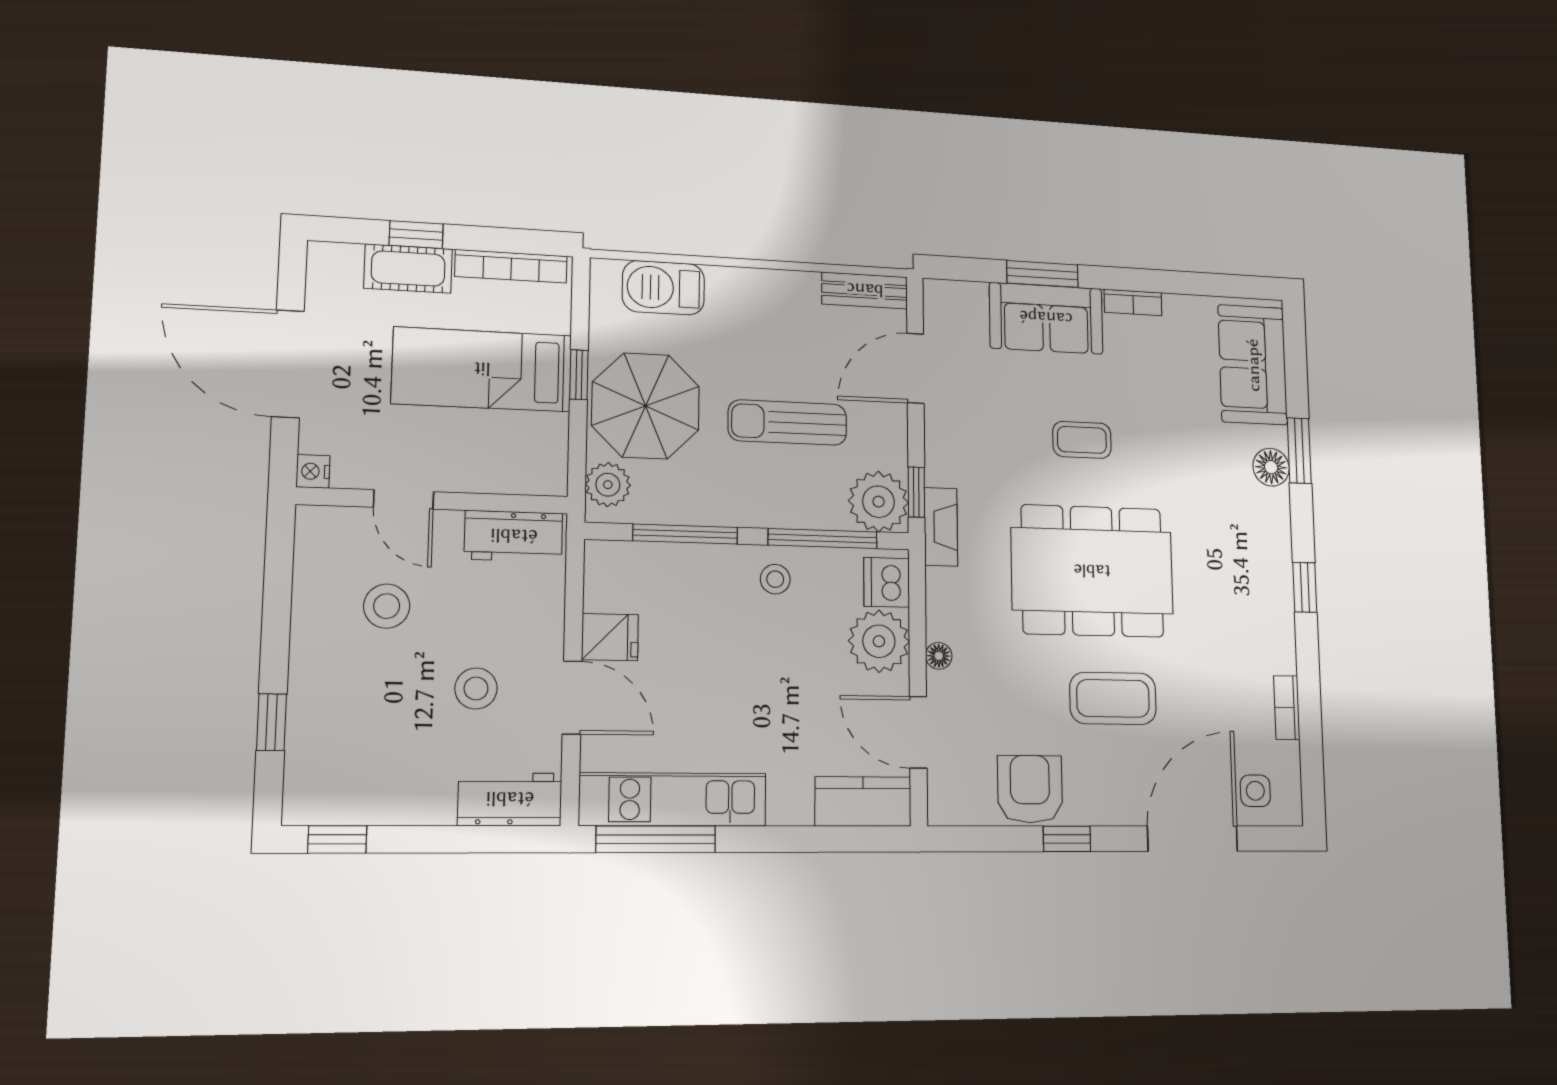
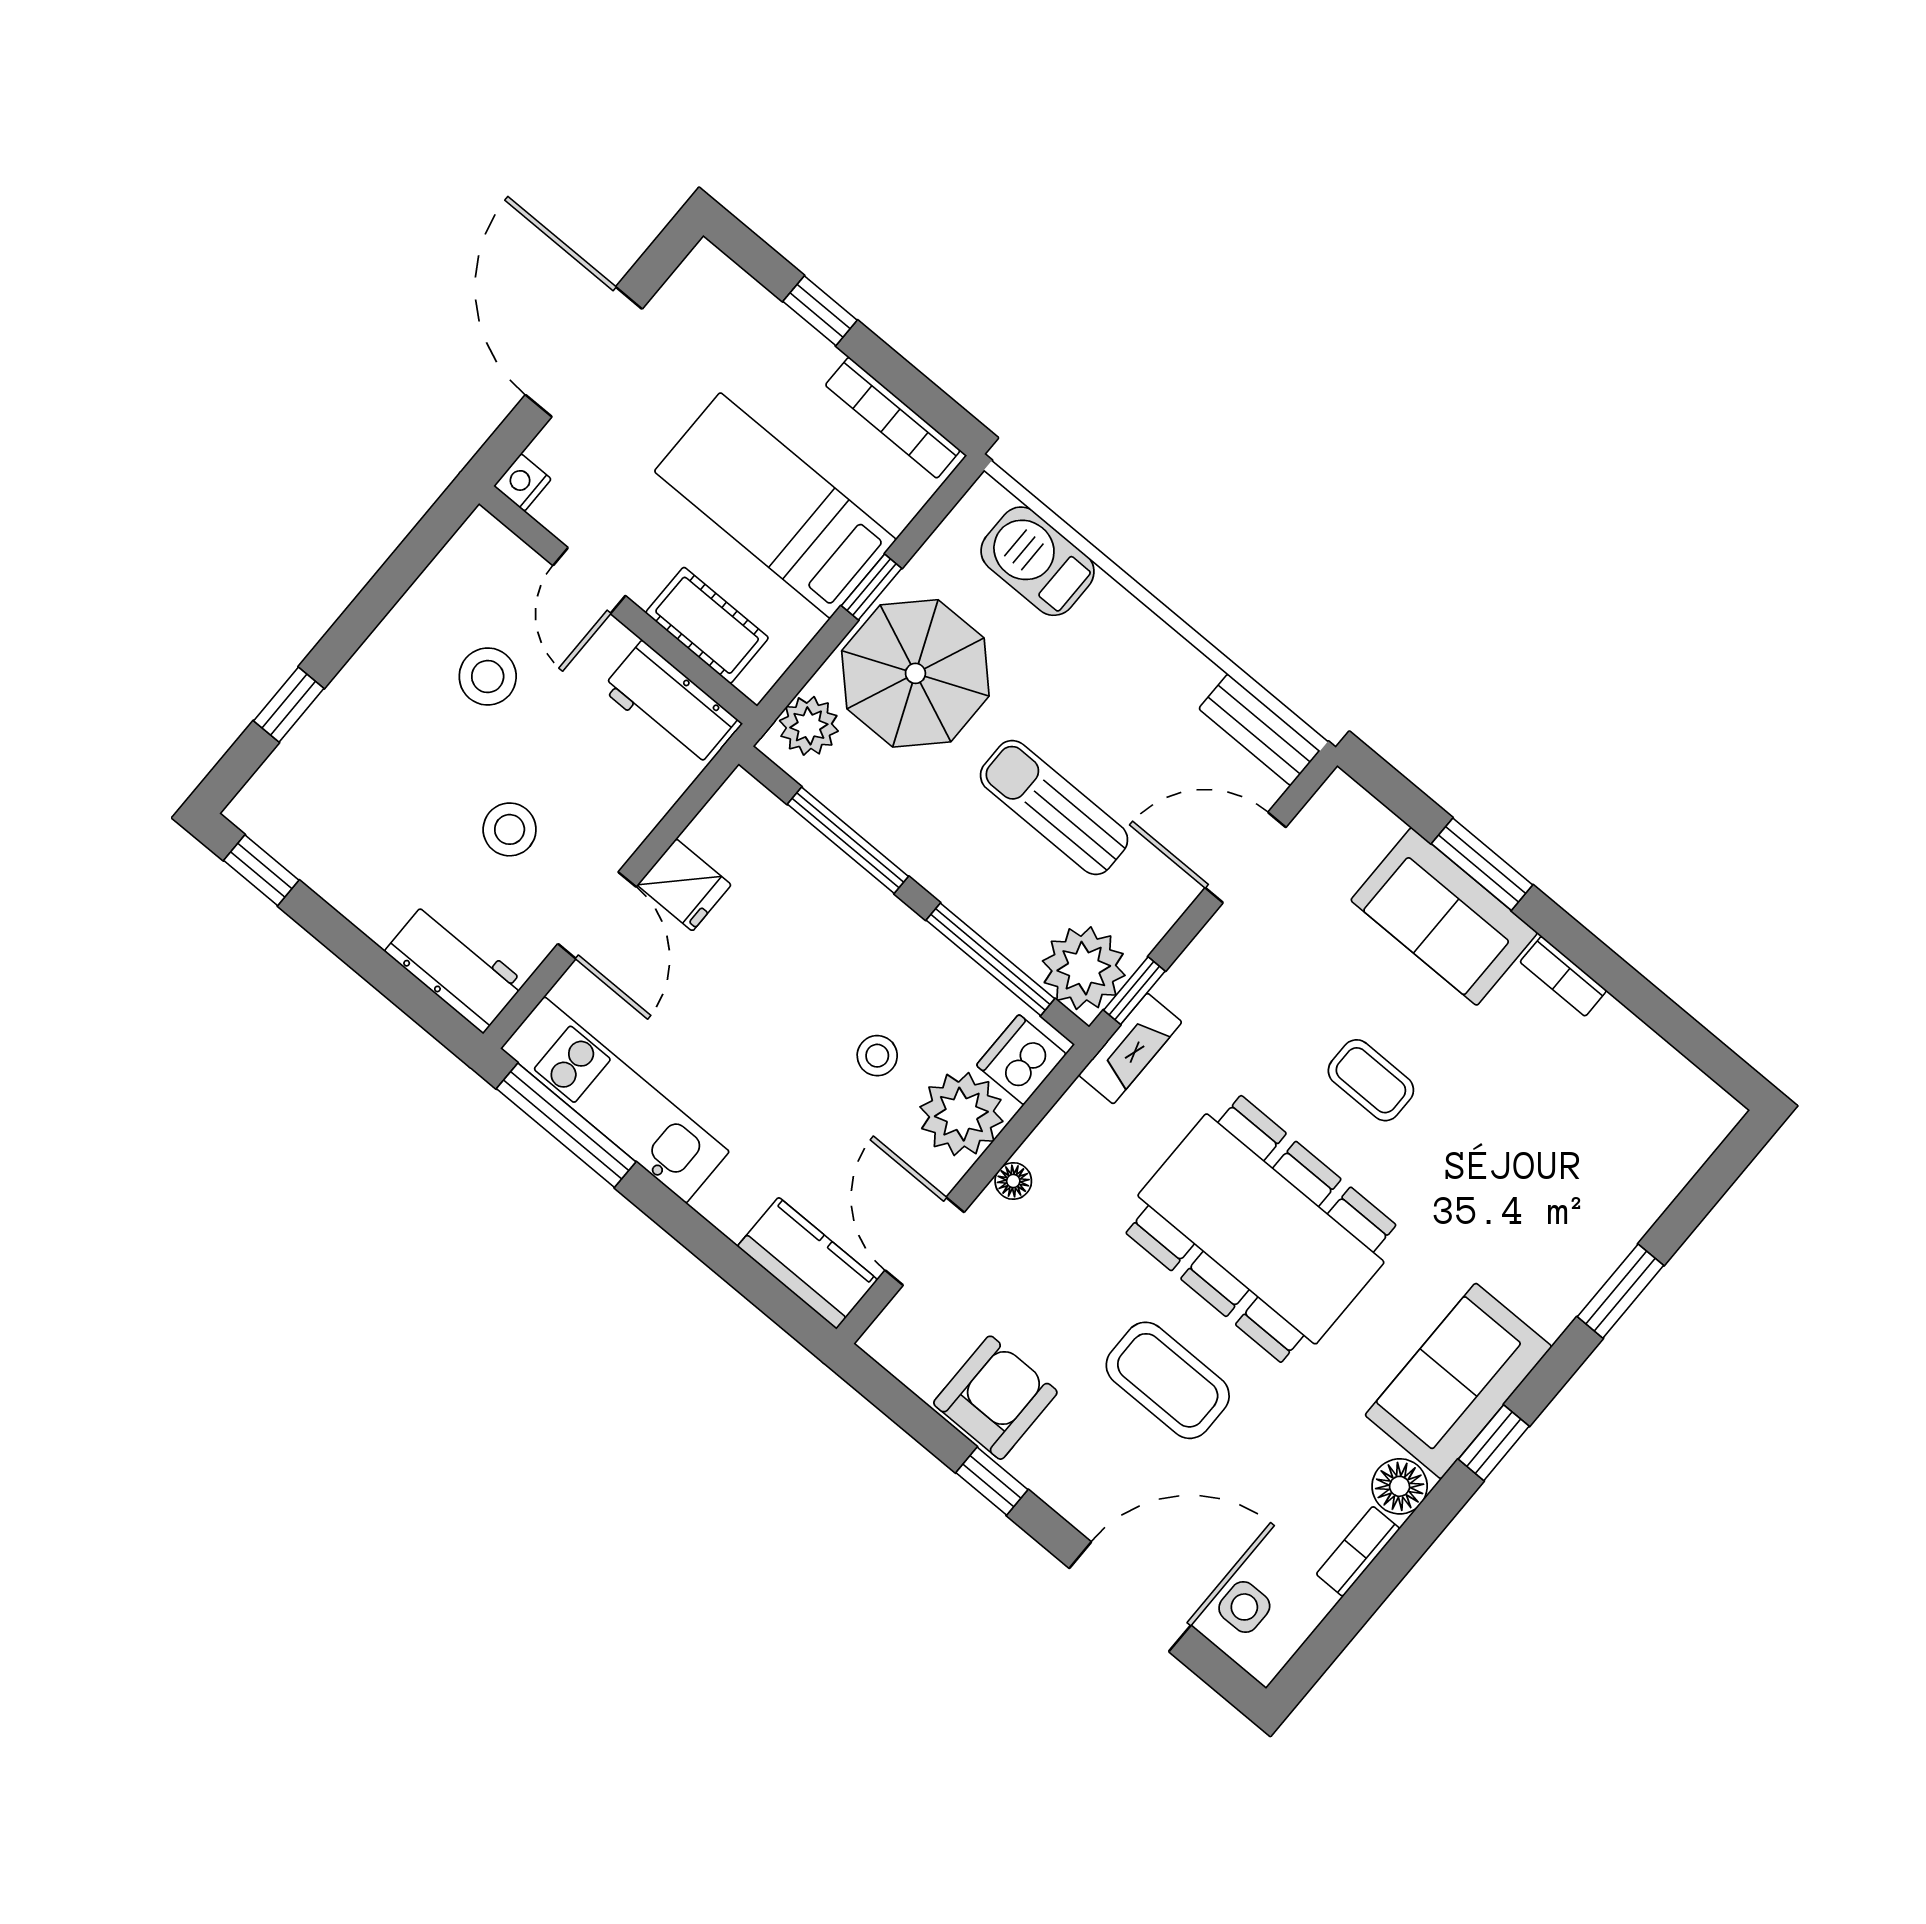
cot: (408, 269) -> (707, 625), moved
sofa: (1253, 365) -> (1458, 1381), moved
floor lamp: (1271, 467) -> (1400, 1486), moved
stool: (775, 579) -> (877, 1056), moved

